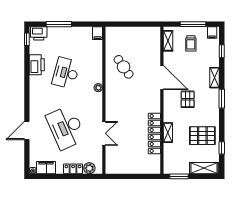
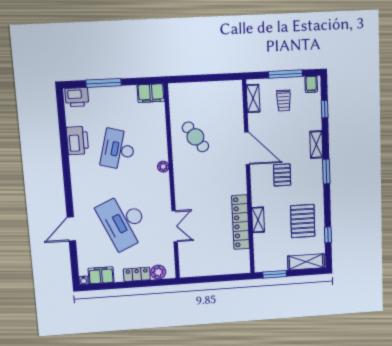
filing cabinet: (98, 33) -> (151, 93), width x2.00
window: (27, 39) -> (61, 106), removed
pallet: (202, 136) -> (303, 221), turned 90

